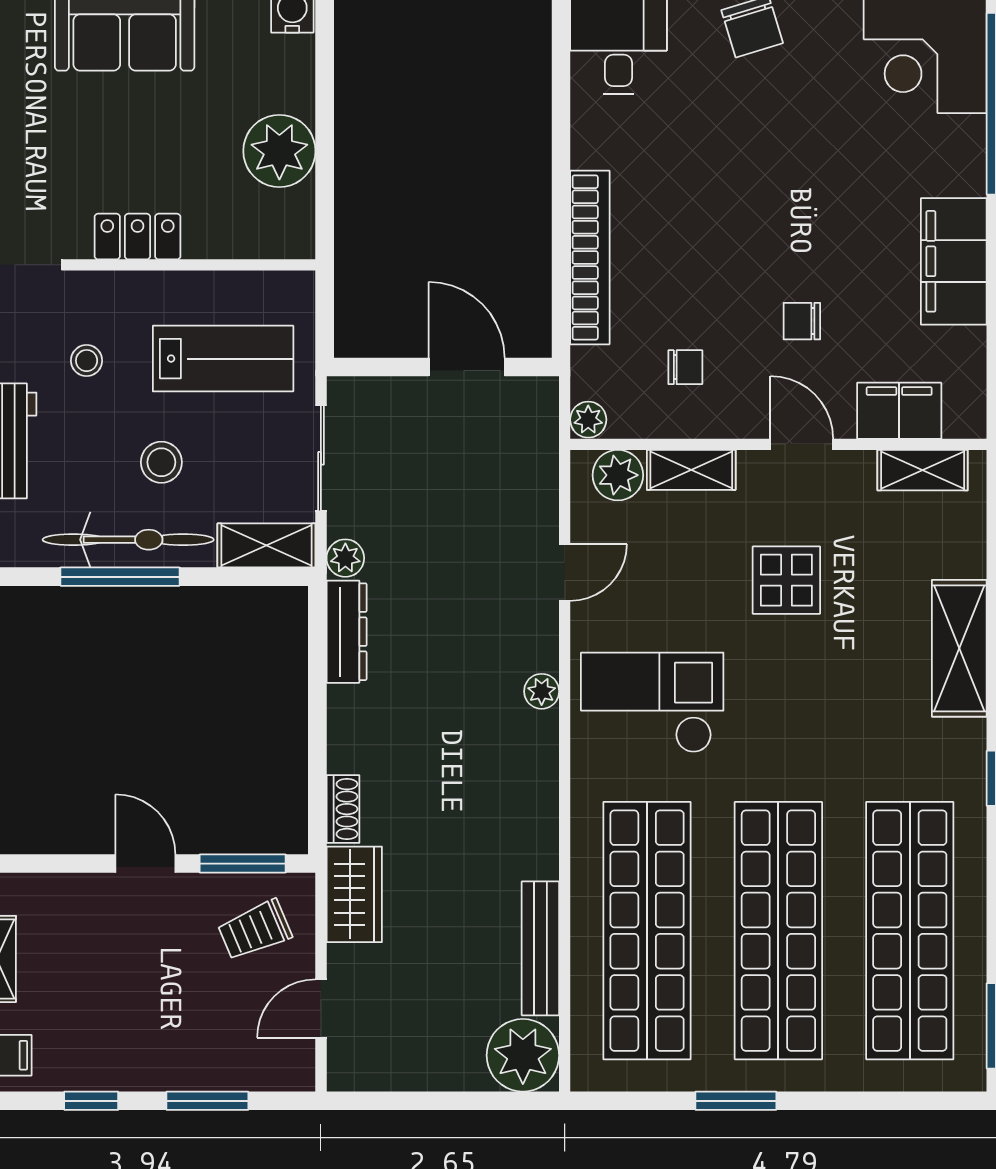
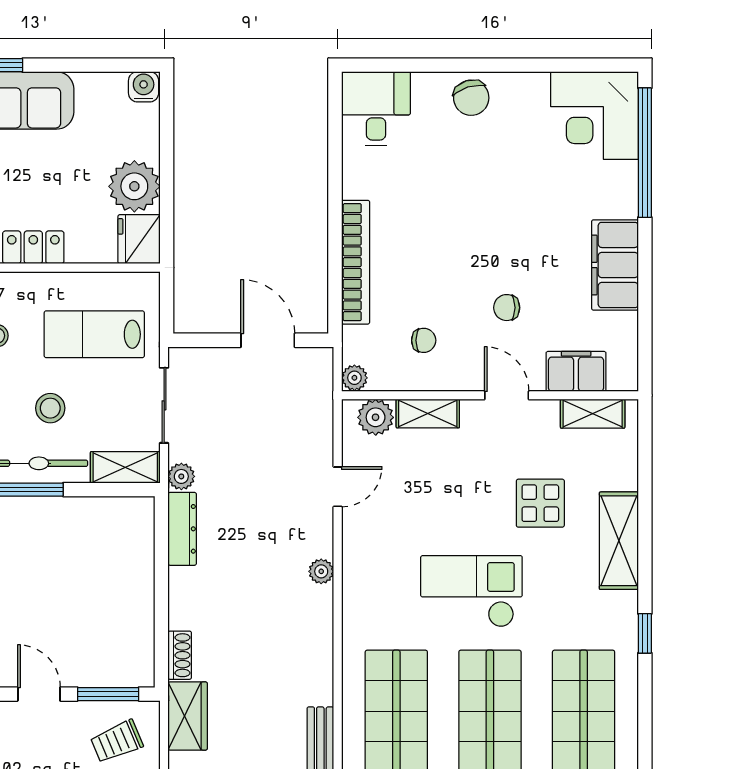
fridge: (286, 225) -> (139, 239), added
lab bench: (223, 359) -> (94, 334), turned 180
display table: (786, 580) -> (540, 503), moved
checkout: (652, 703) -> (471, 591), moved

